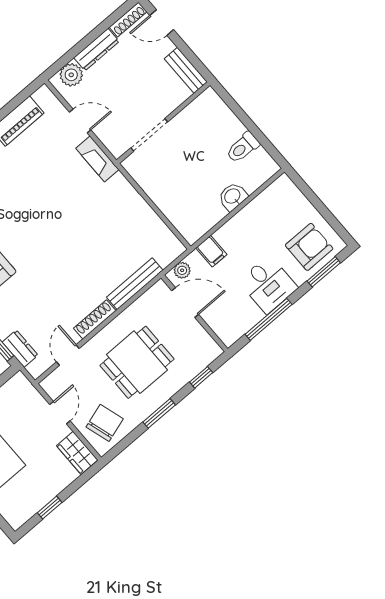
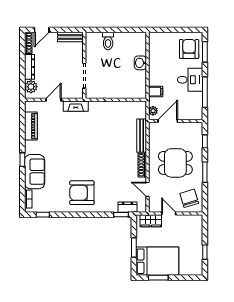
toilet: (243, 148) -> (108, 41), moved
dining table: (137, 362) -> (175, 163), turned 90
wardrobe: (77, 453) -> (151, 221), moved

